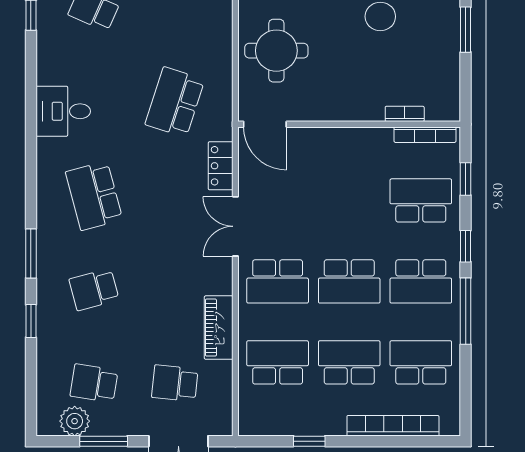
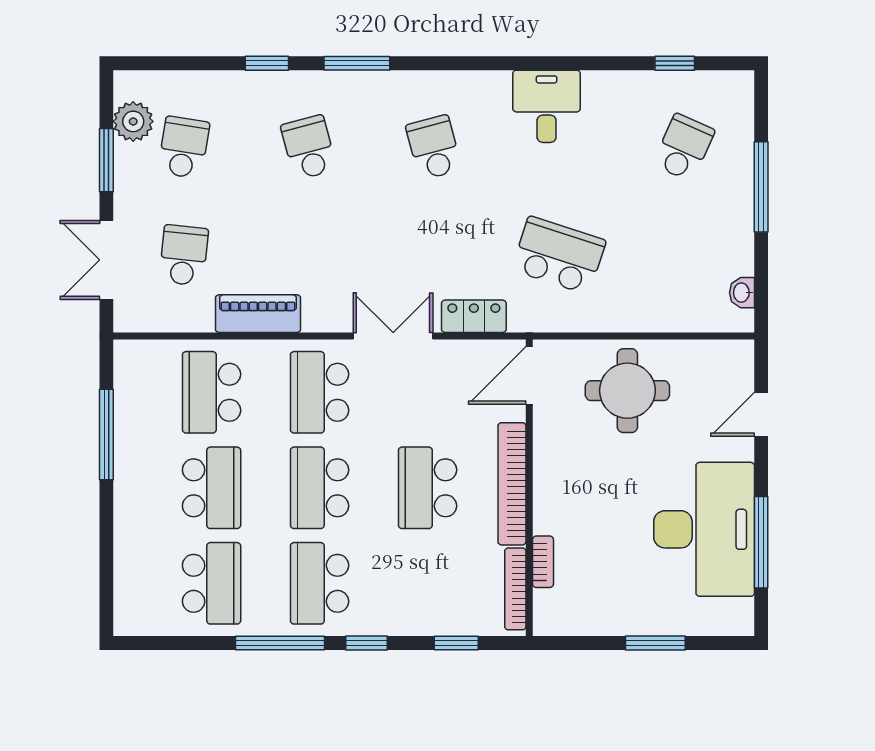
school desk: (94, 196) -> (434, 147), width x0.54
school desk: (421, 200) -> (428, 488), moved, turned 180
school desk: (278, 362) -> (212, 392), turned 180
bookcase: (393, 426) -> (512, 484), moved, turned 180
window: (309, 441) -> (106, 435), width x2.17

